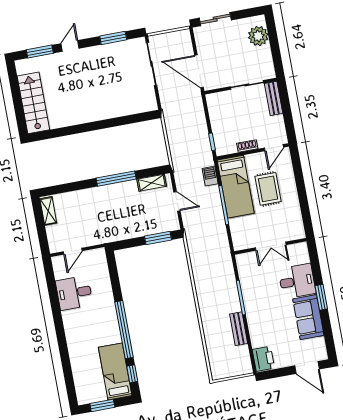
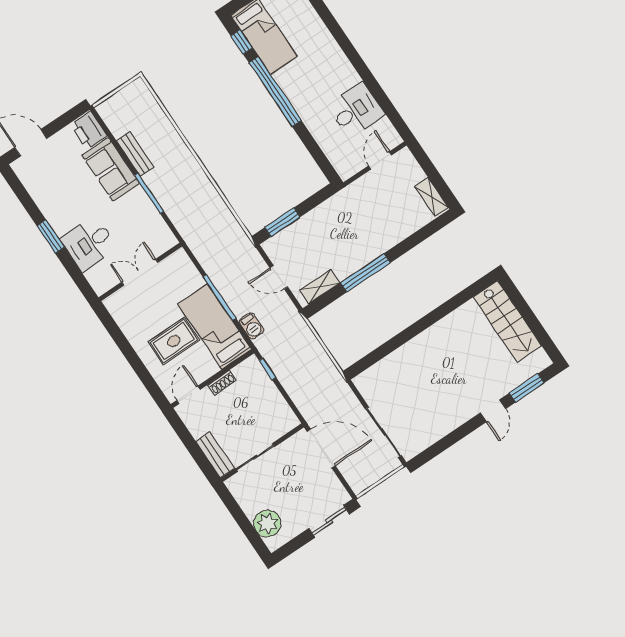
window: (113, 38) -> (444, 444), removed
rug: (268, 189) -> (174, 341), turned 90
sofa: (308, 317) -> (111, 169), moved, turned 180

